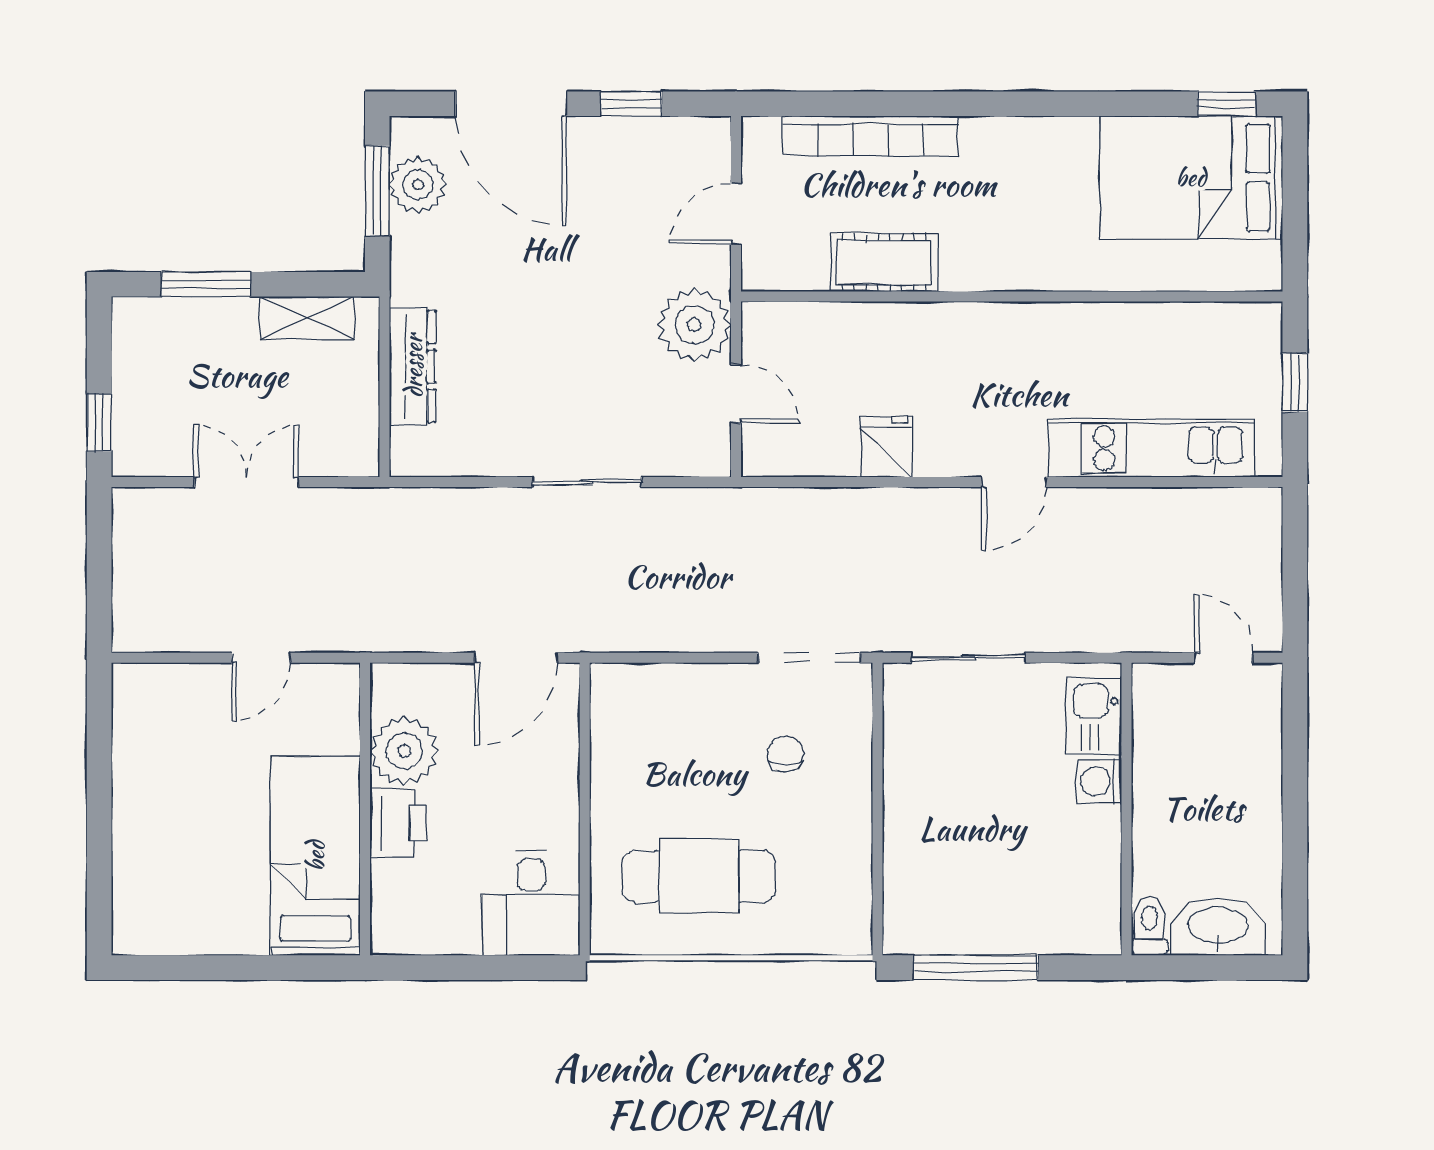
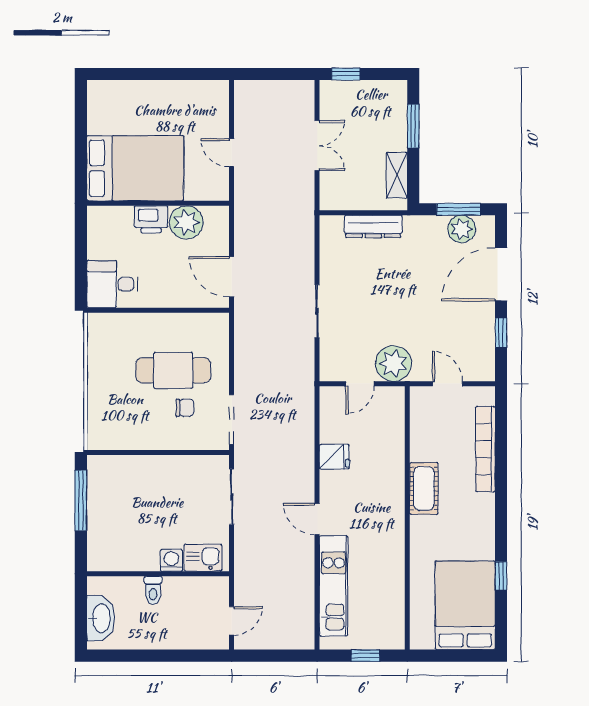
window: (1226, 104) -> (501, 576), moved
cot: (884, 262) -> (424, 488), moved
bed: (315, 856) -> (135, 168), width x1.50
cafe table: (699, 876) -> (173, 370), moved, turned 90
toilet: (1149, 926) -> (153, 590), moved, turned 90

